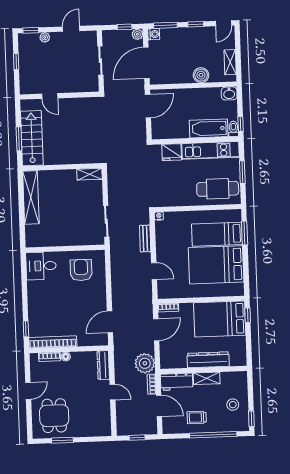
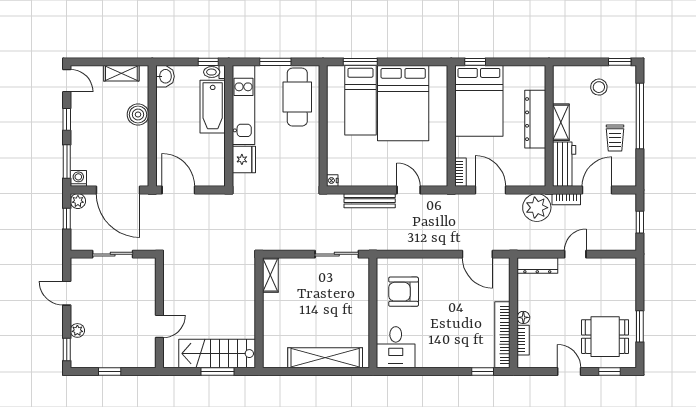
shelving: (31, 197) -> (325, 358), moved
bench: (145, 238) -> (370, 201), width x1.36
door: (154, 271) -> (409, 190), hinge flipped
window: (29, 420) -> (610, 372), added

